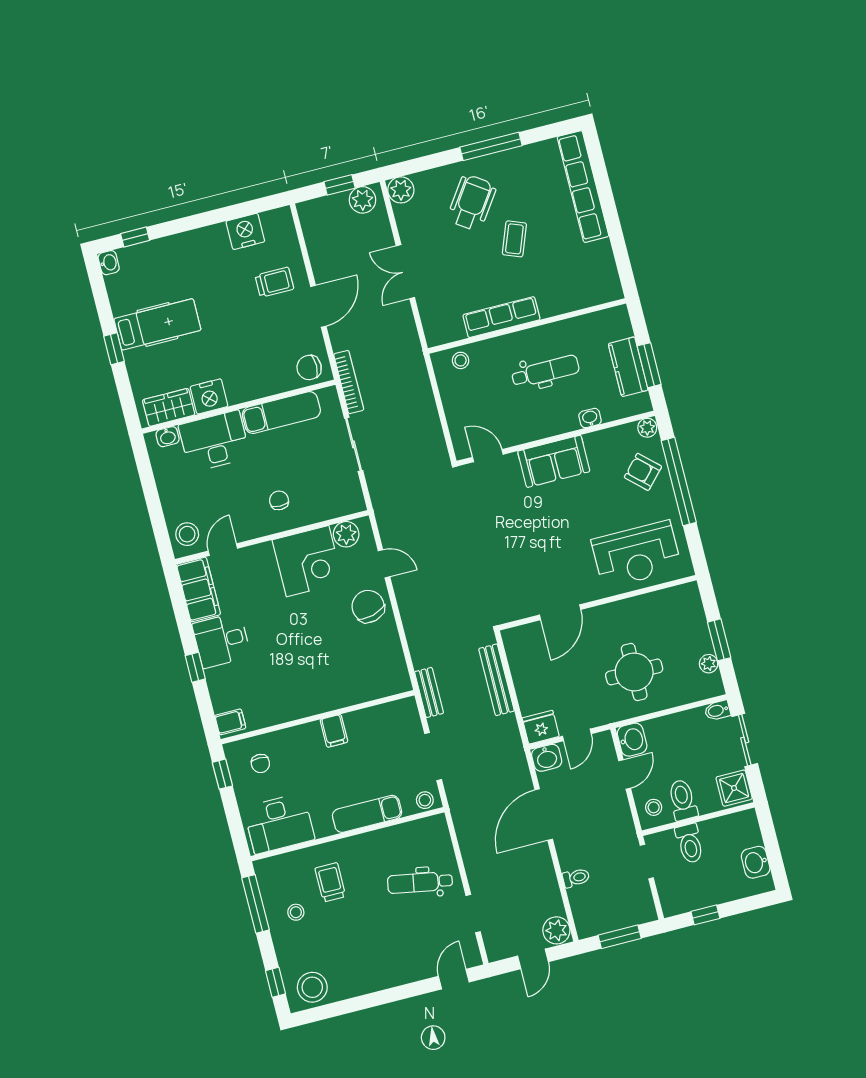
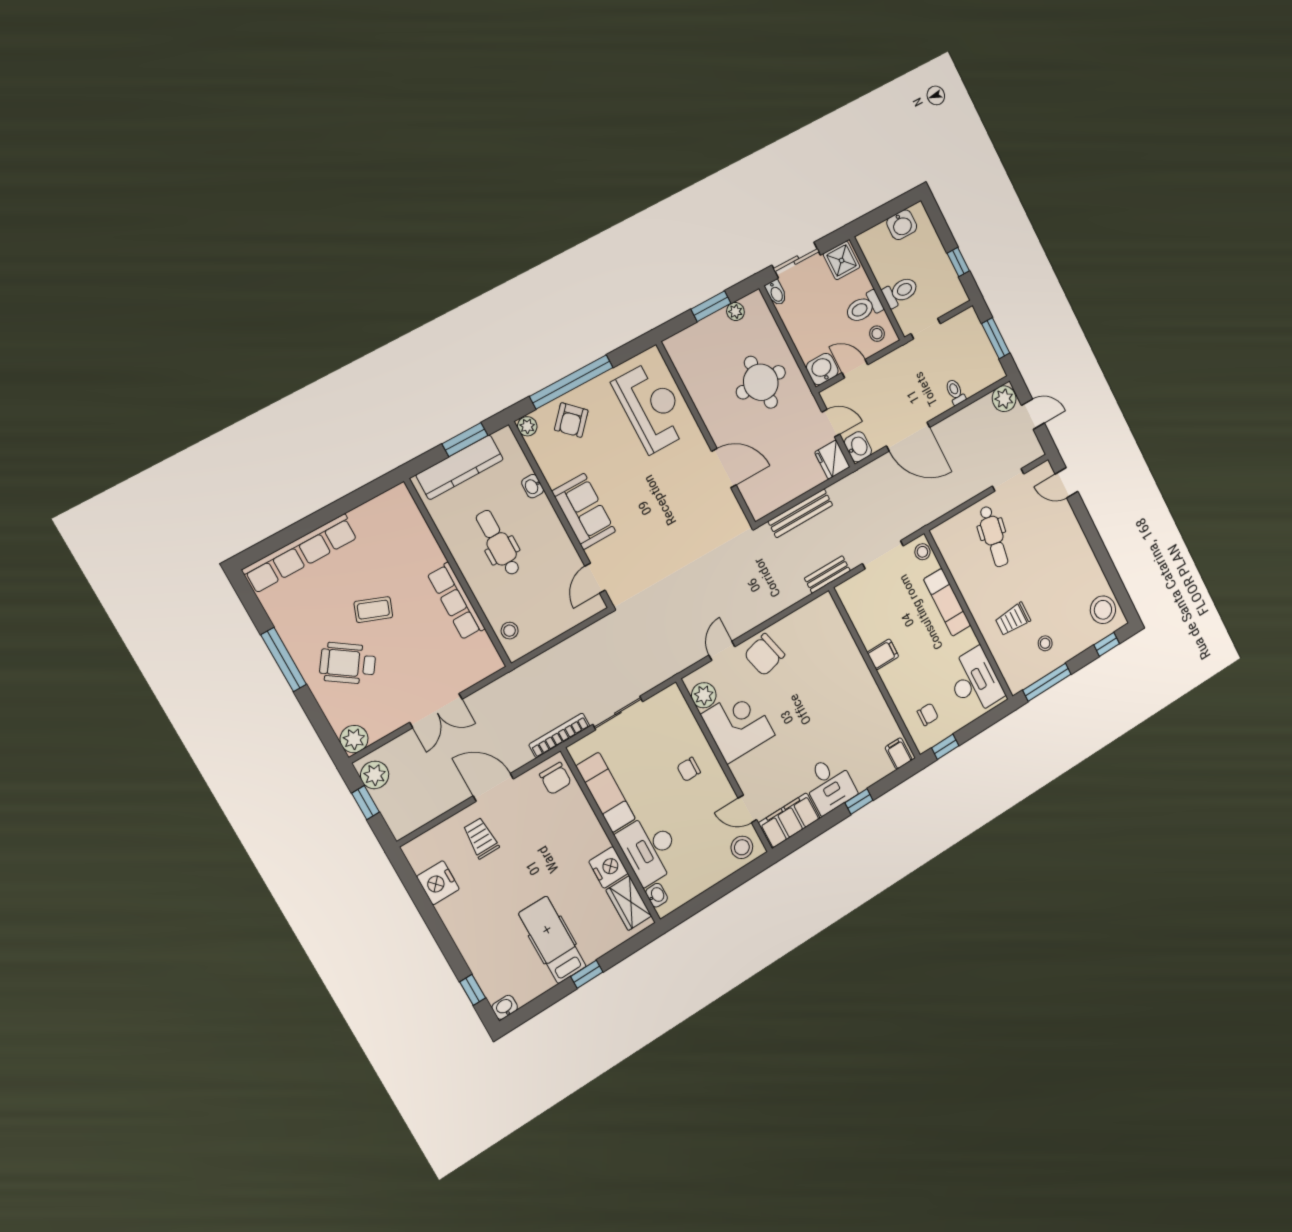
kitchen counter: (628, 367) -> (460, 467), width x1.50

